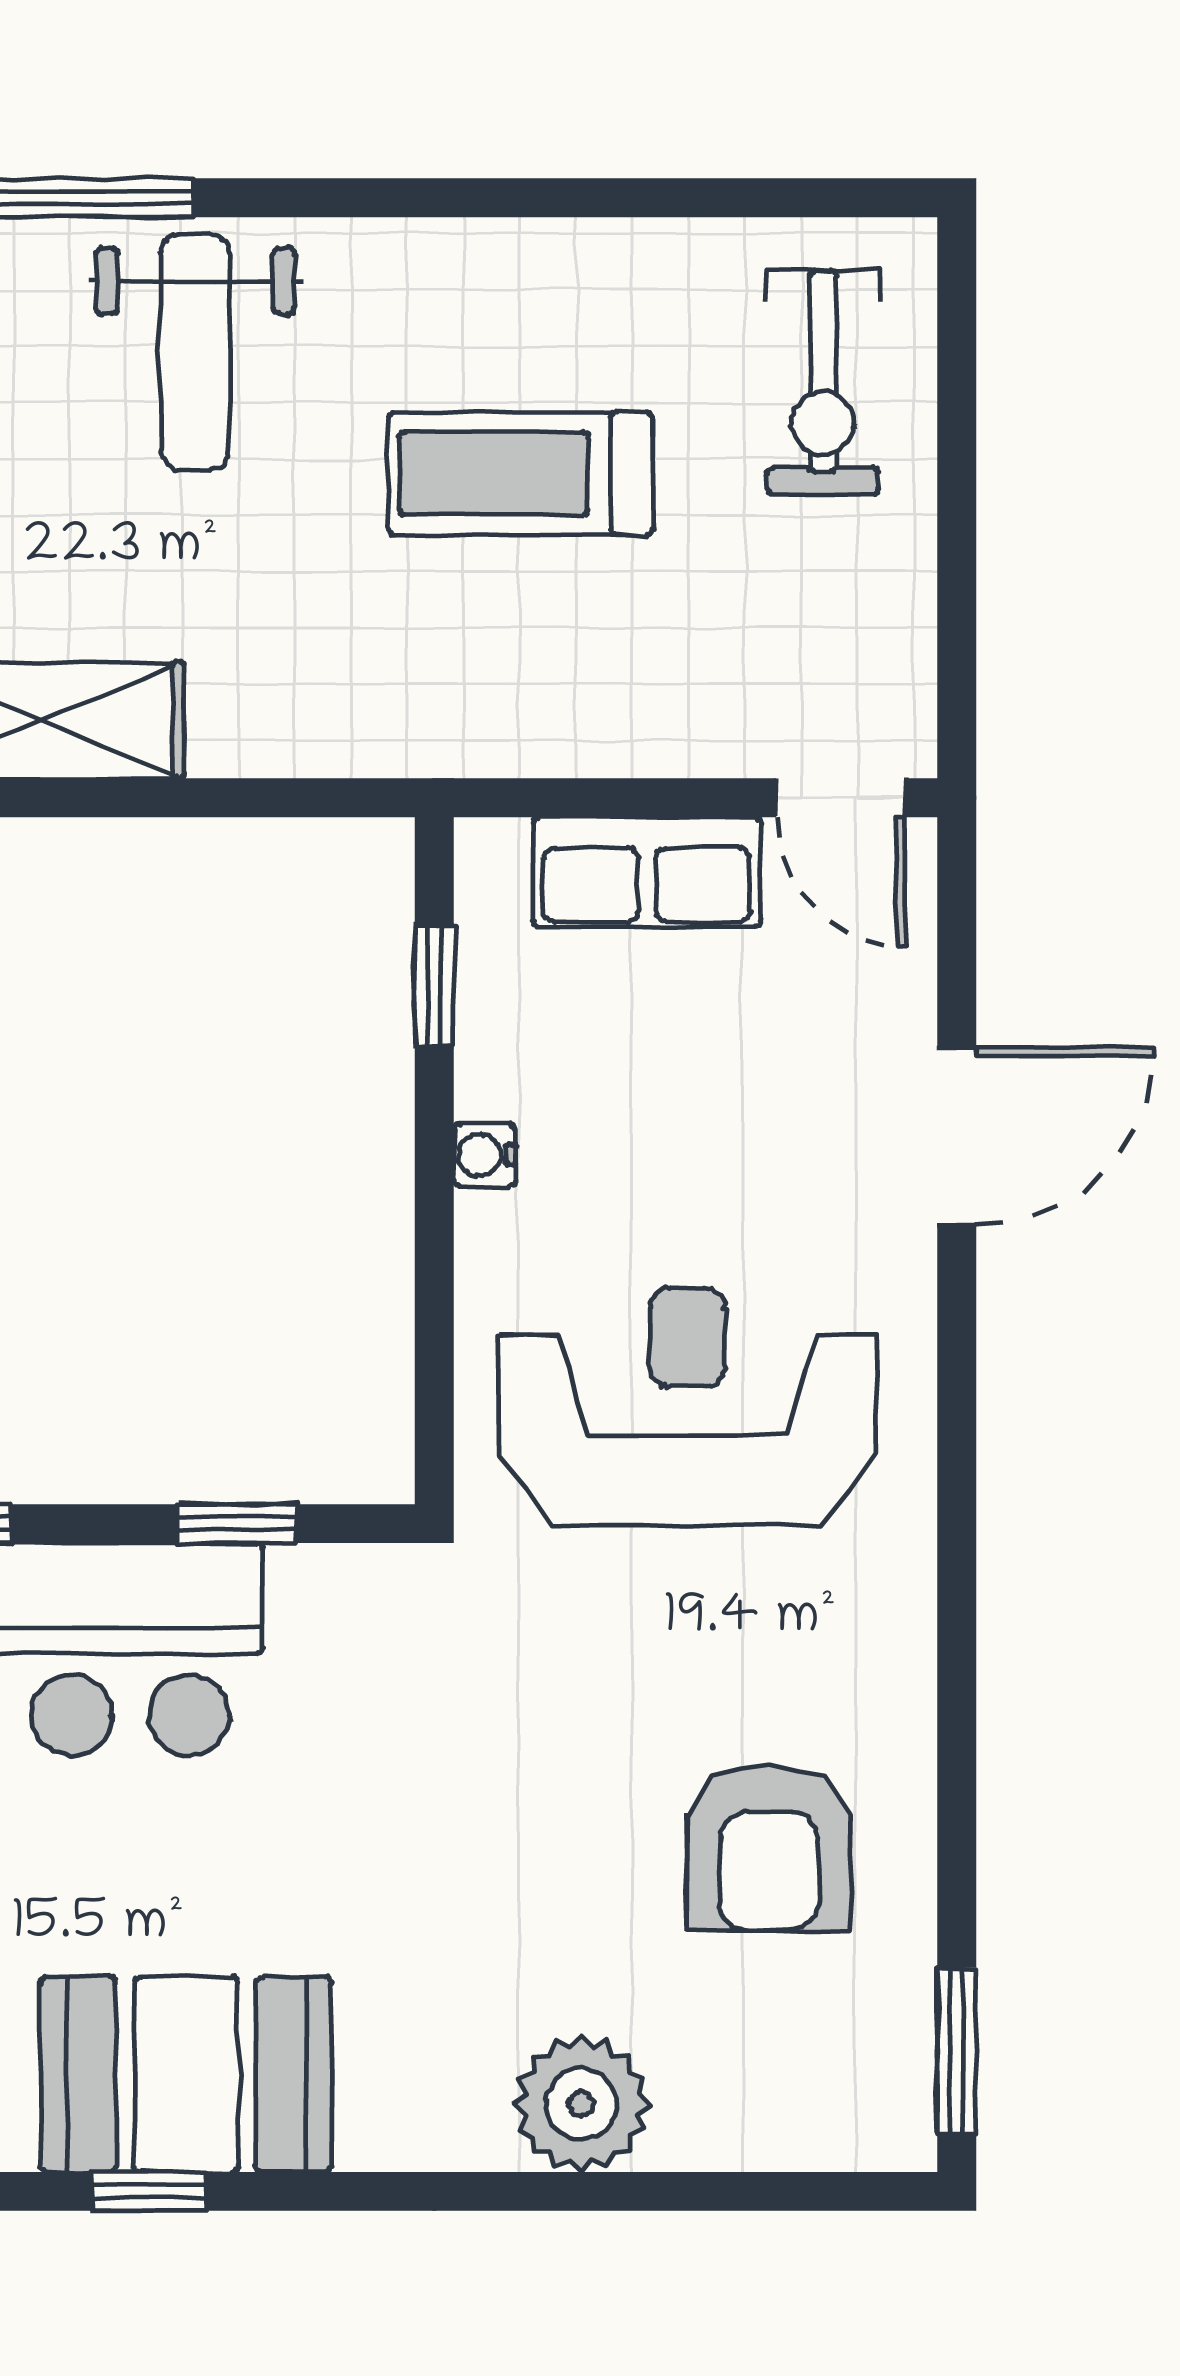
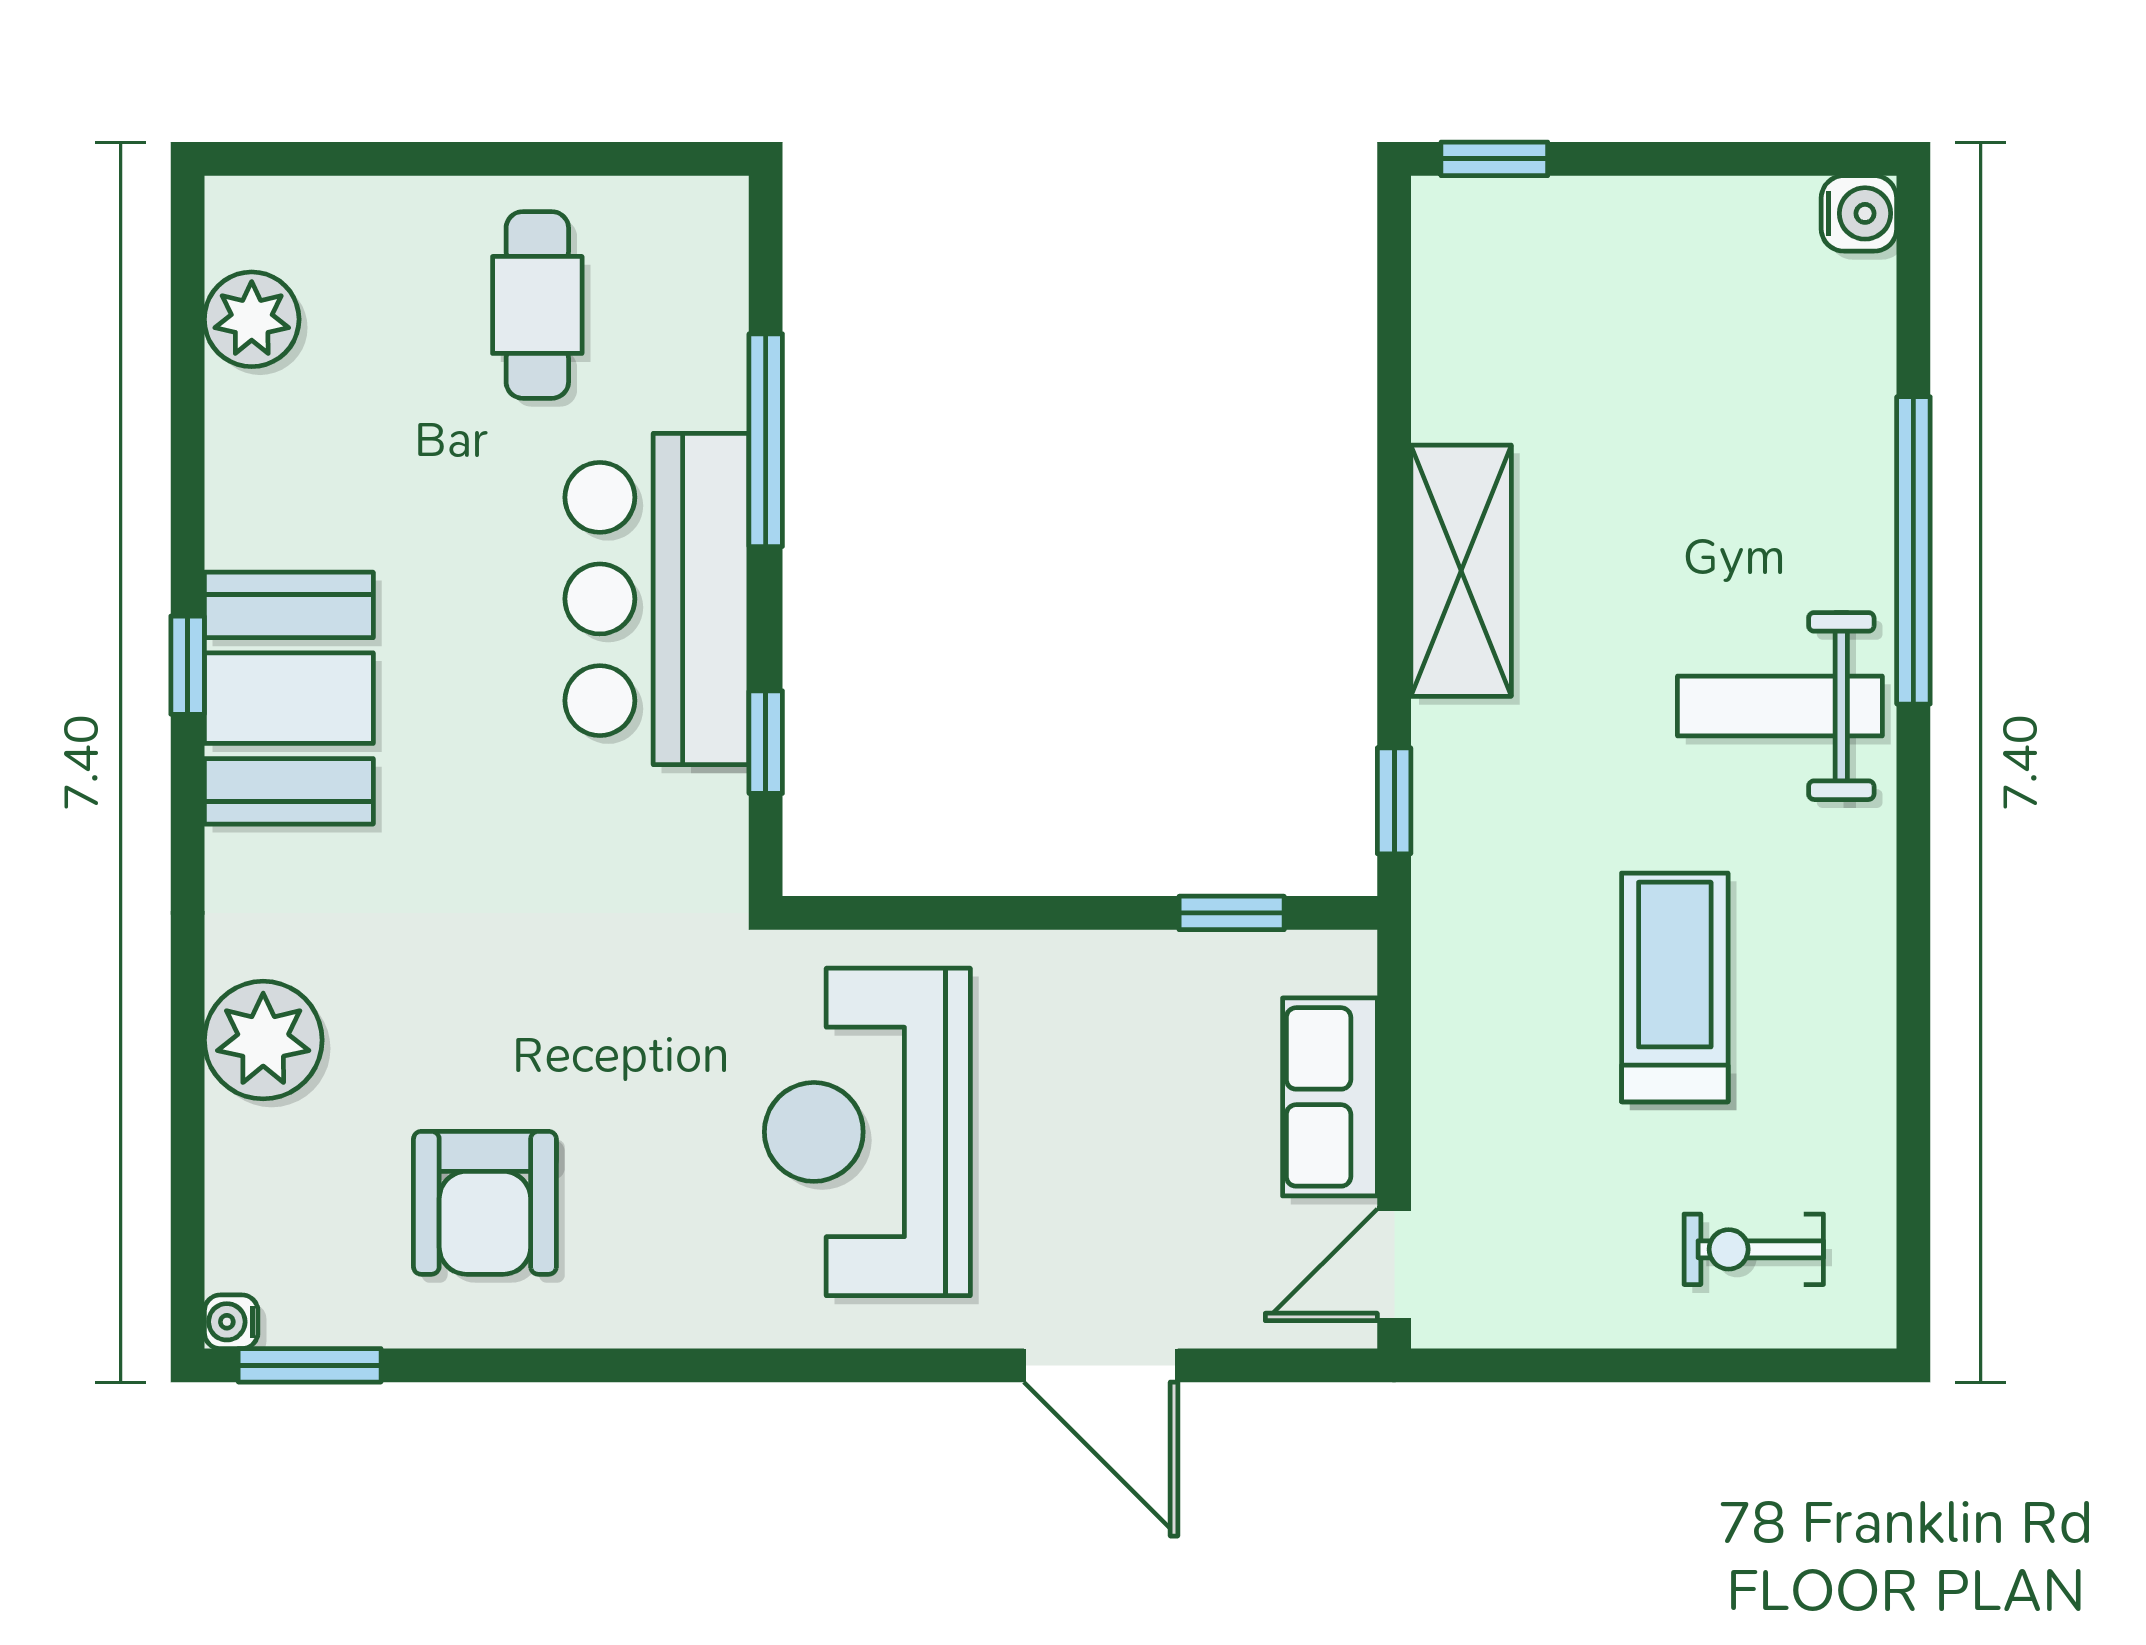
exercise bike: (823, 382) -> (1754, 1249), width x0.73, depth x0.72
window: (305, 798) -> (1394, 801), added
water cooler: (485, 1155) -> (231, 1322), moved, turned -90
reception desk: (687, 1406) -> (867, 1132), turned 180
armchair: (769, 1848) -> (485, 1203), turned -90

